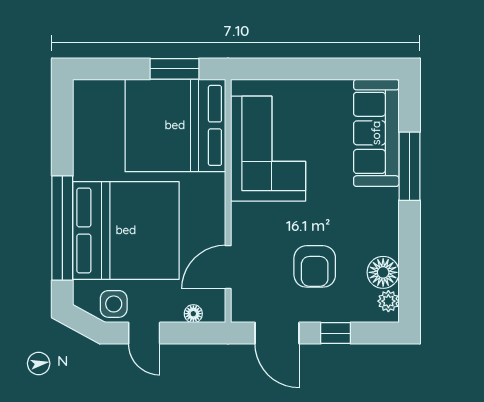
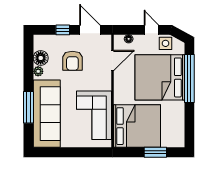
window: (175, 69) -> (155, 152), moved
sofa: (376, 133) -> (47, 114), width x1.36, depth x1.27
armchair: (315, 266) -> (72, 61), turned 180
plant: (388, 301) -> (38, 71), moved

